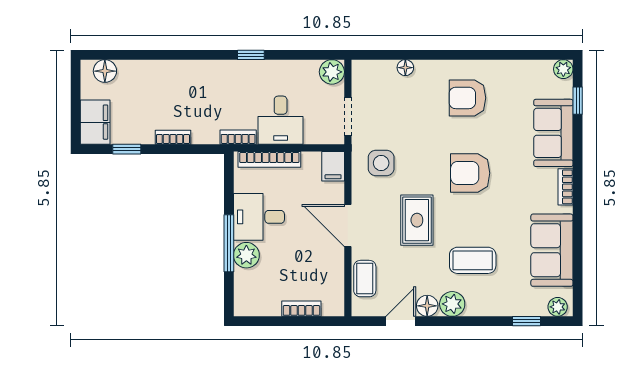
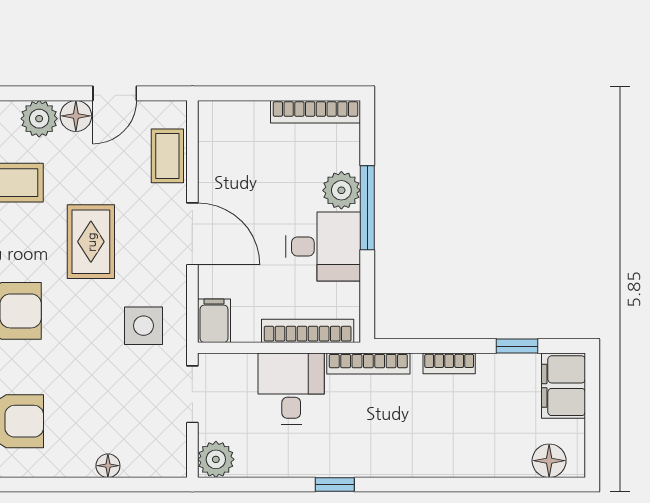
bookcase: (238, 137) -> (368, 364), width x1.56
bookcase: (301, 309) -> (316, 112), moved, width x1.56

